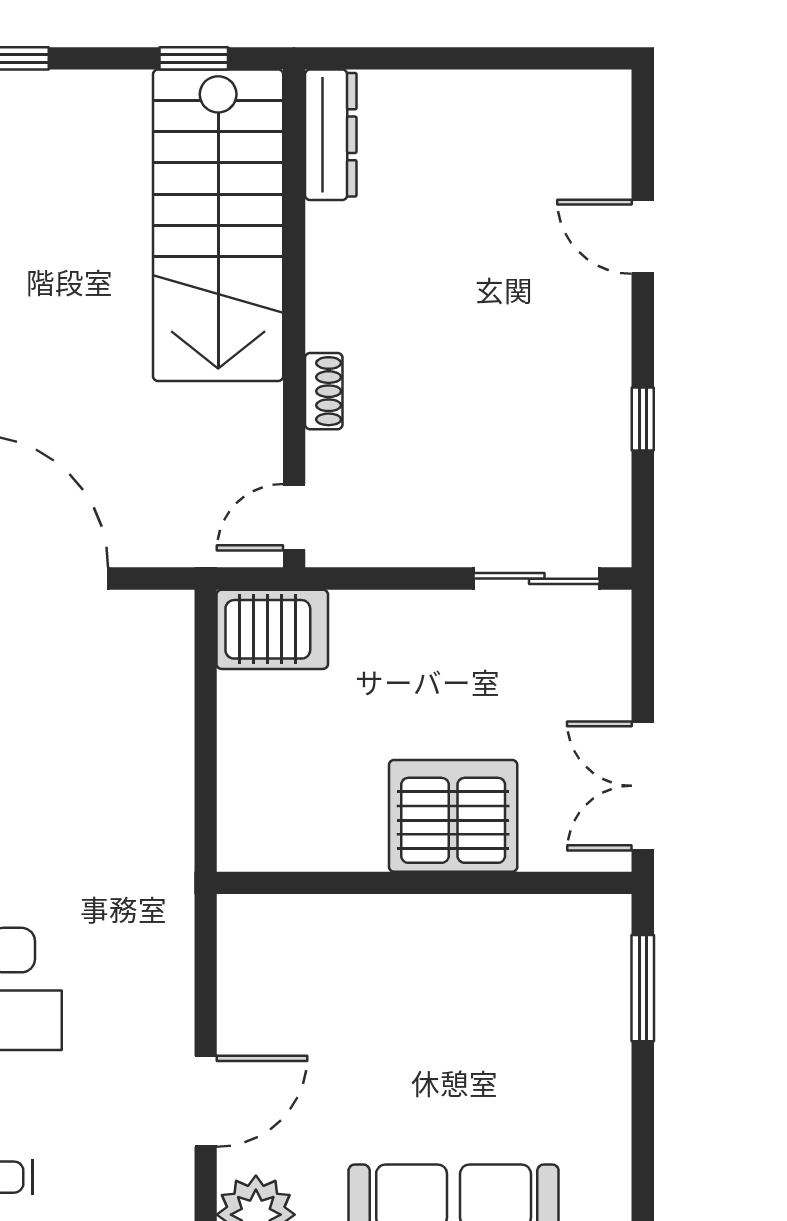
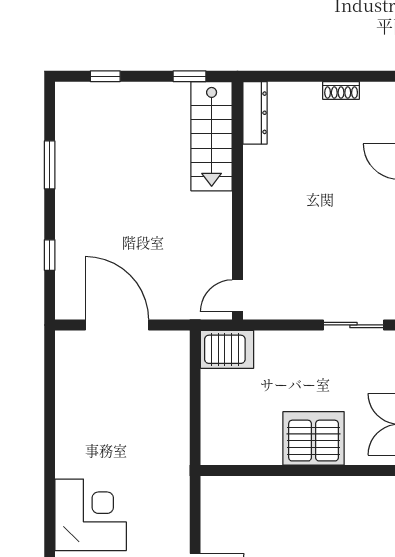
stairs: (218, 225) -> (212, 136), width x0.73, depth x0.66
shoe rack: (324, 391) -> (341, 90), moved, turned 90

